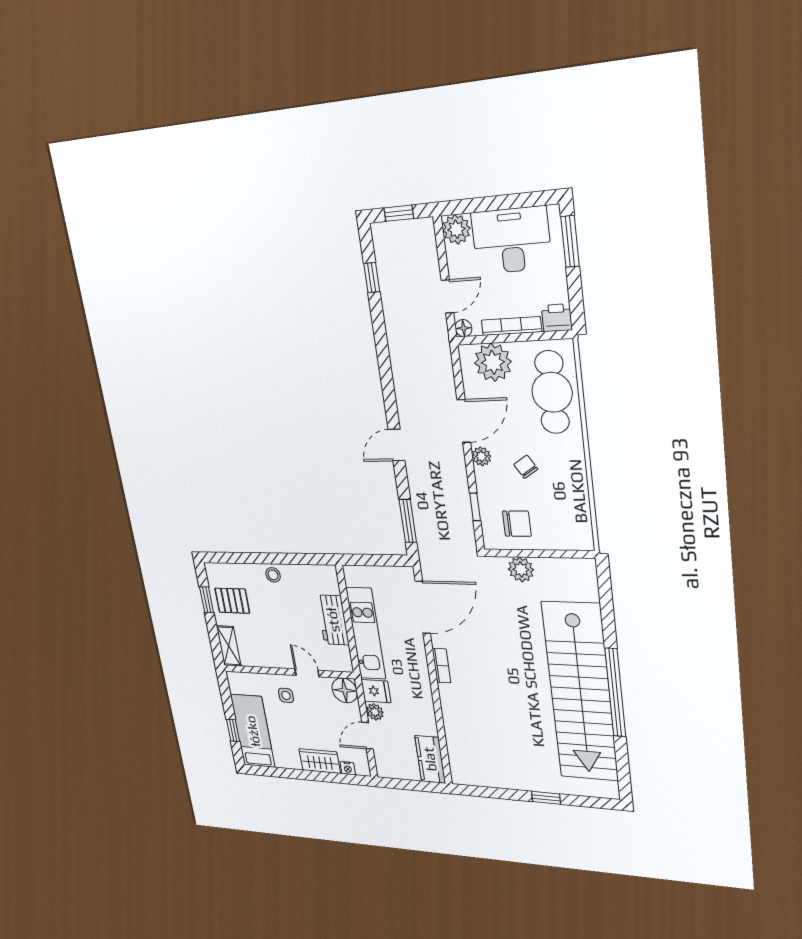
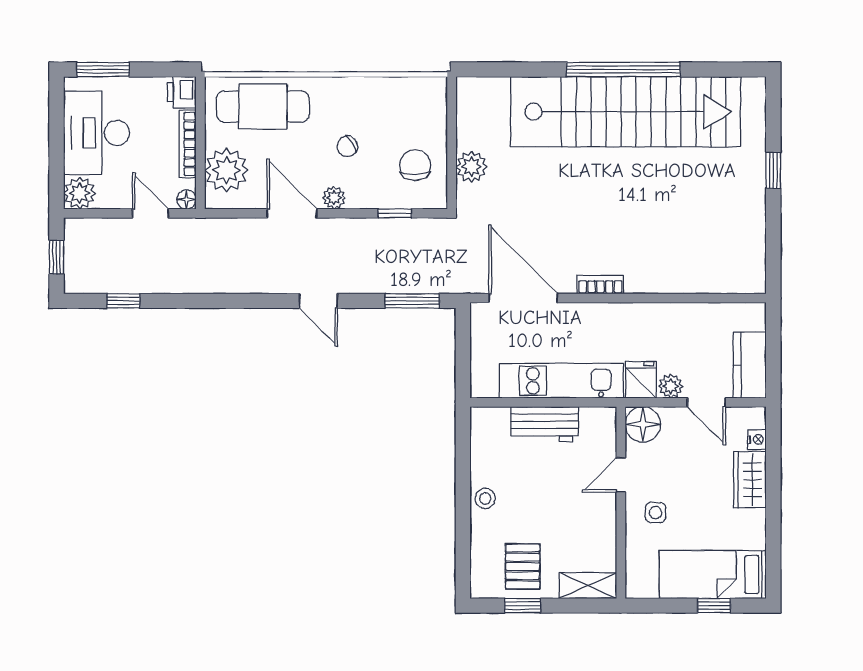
kitchen counter: (430, 759) -> (750, 365), moved, turned 90

